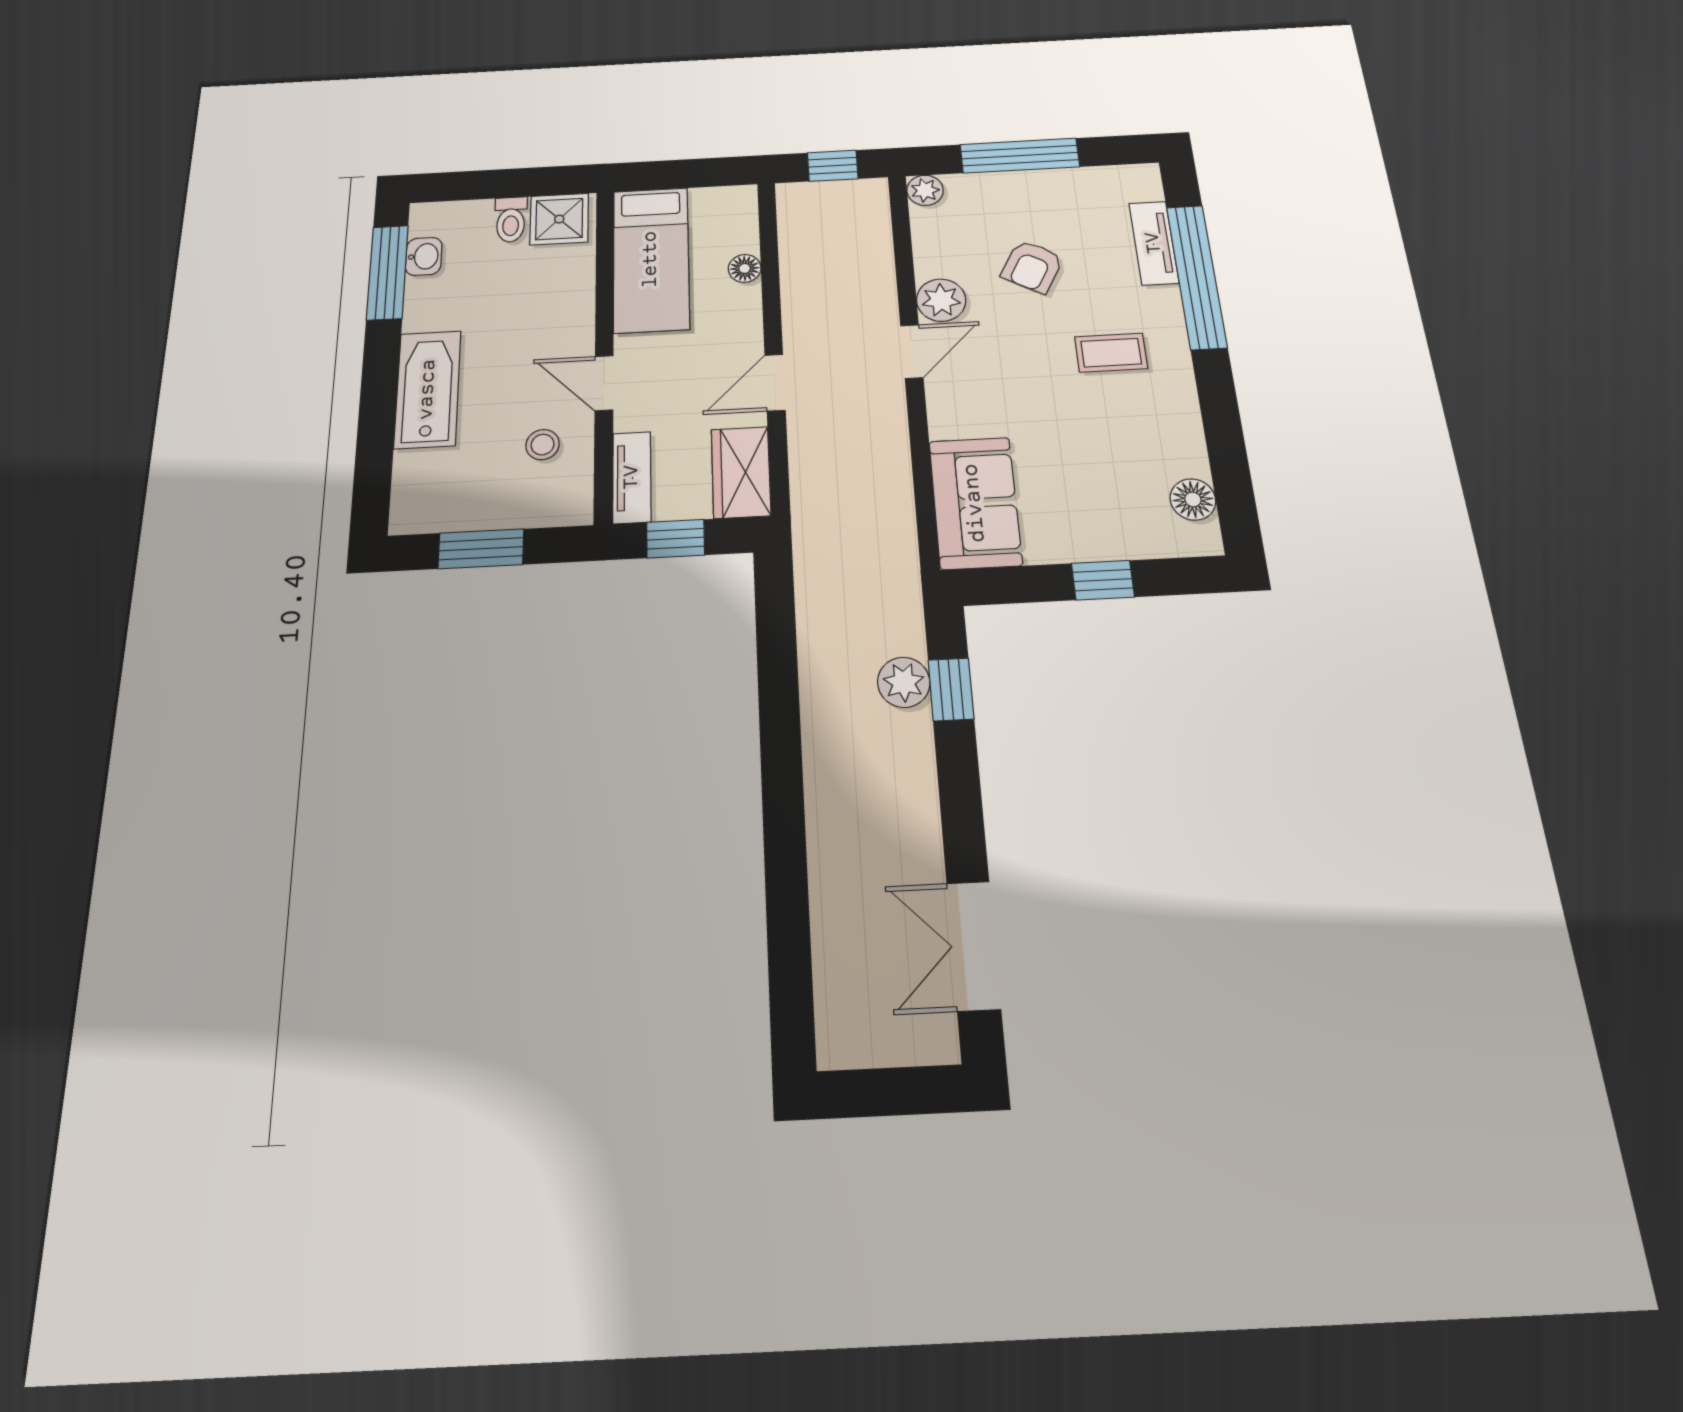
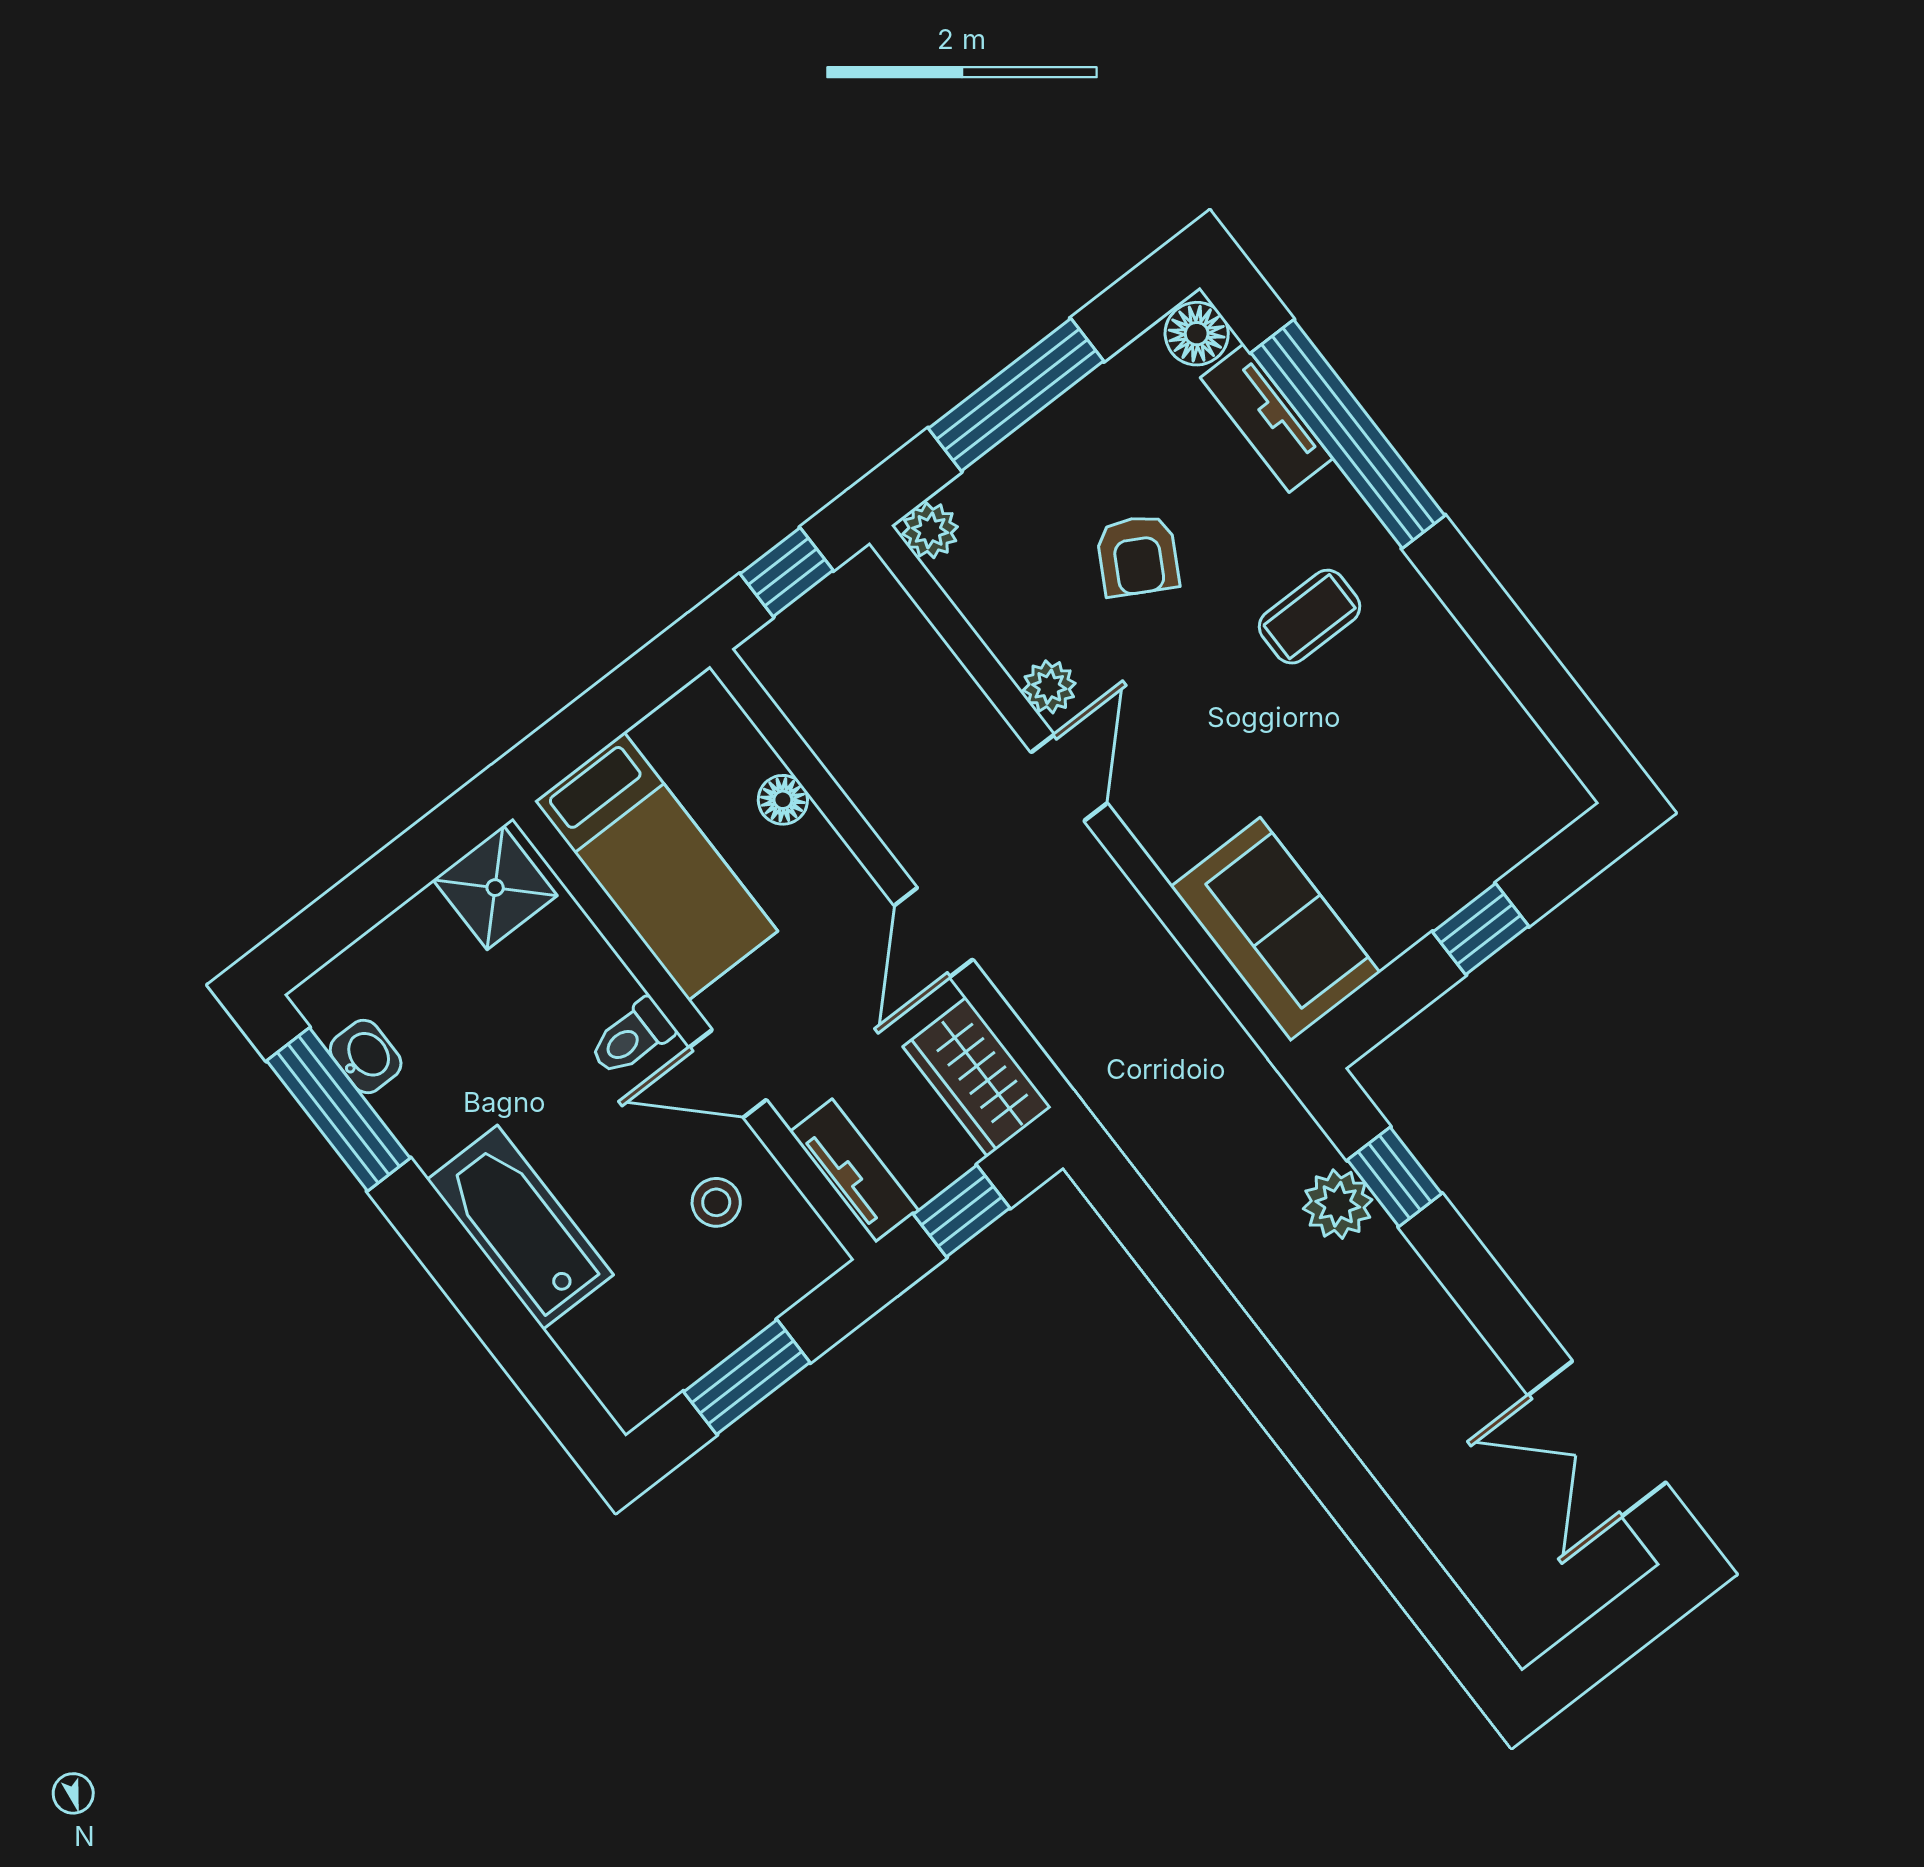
toilet: (511, 220) -> (632, 1038), moved, turned 90
plant: (941, 300) -> (1049, 687), width x0.73, depth x0.73
floor lamp: (1193, 499) -> (1197, 334), moved

